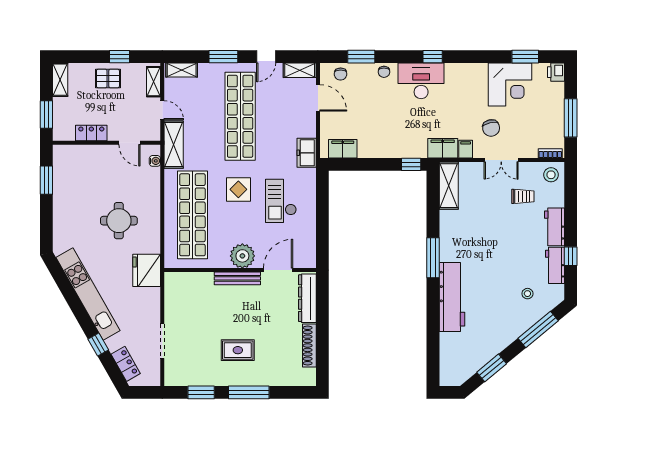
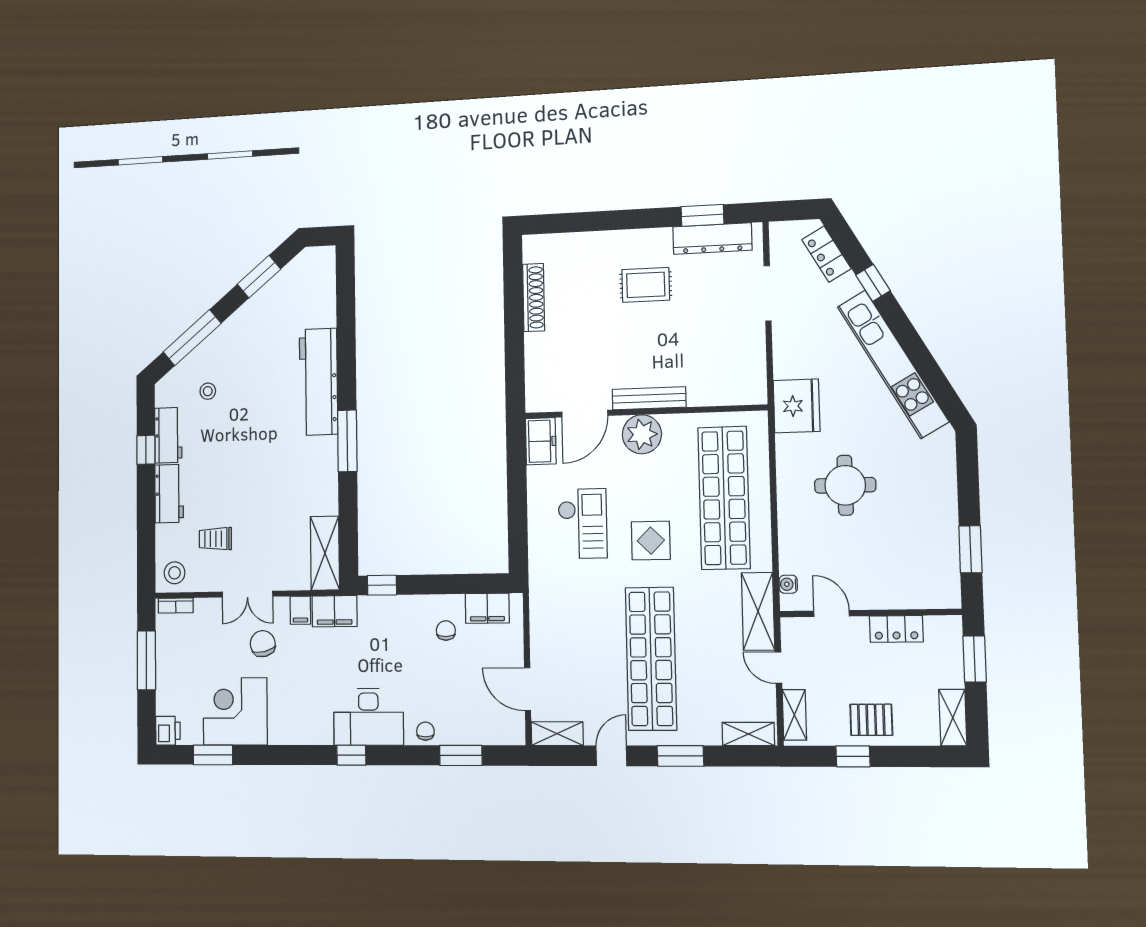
chair: (341, 74) -> (446, 630), moved
freezer: (307, 153) -> (541, 441), moved
double door: (501, 160) -> (247, 594), swing flipped
dresser: (307, 298) -> (712, 239), moved, turned 90
window: (249, 392) -> (627, 220), removed

